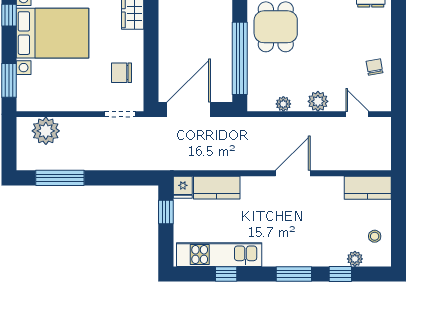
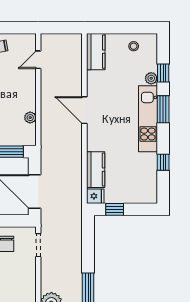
plant: (318, 101) -> (28, 90), removed
kitchen unit: (219, 255) -> (148, 119), moved
plant: (355, 259) -> (151, 78), moved

